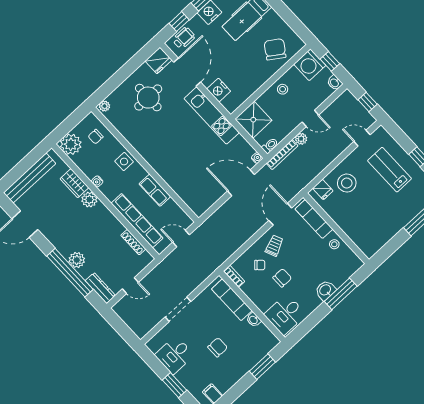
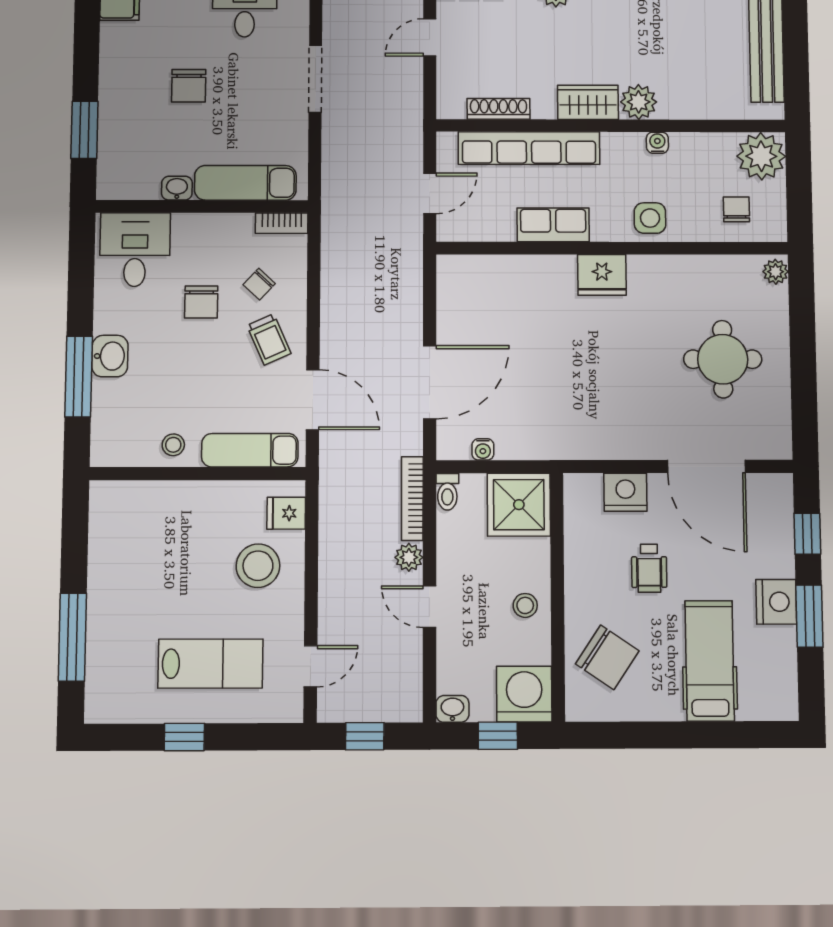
wheelchair: (184, 38) -> (649, 568), moved
fridge: (158, 60) -> (602, 275), moved, turned -90
kitchen unit: (212, 116) -> (592, 439), removed
door: (310, 118) -> (429, 607), hinge flipped
water cooler: (257, 158) -> (483, 449), moved
wardrobe: (74, 183) -> (588, 102), moved

